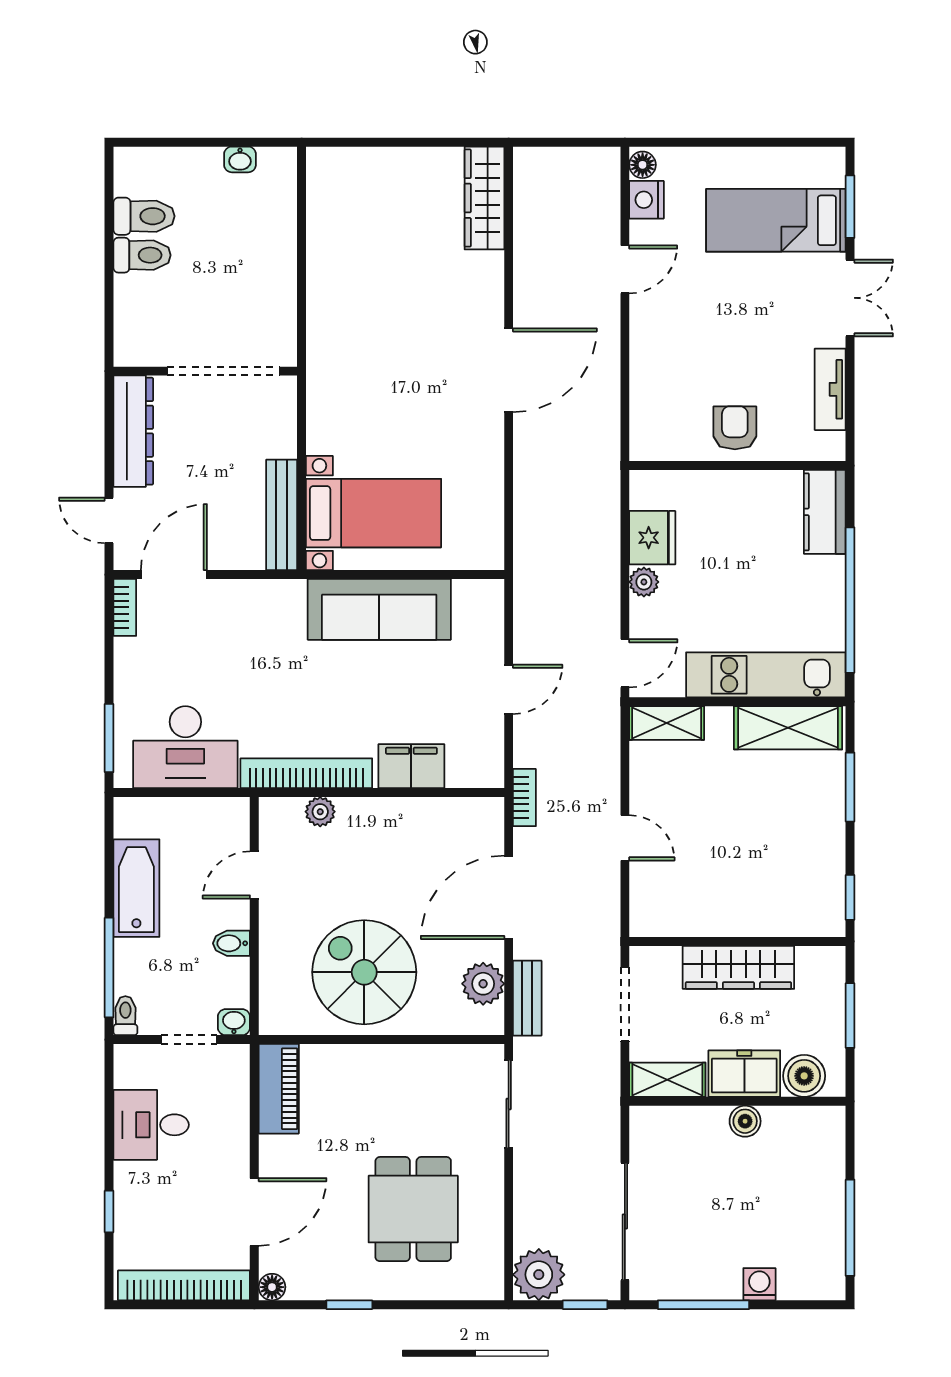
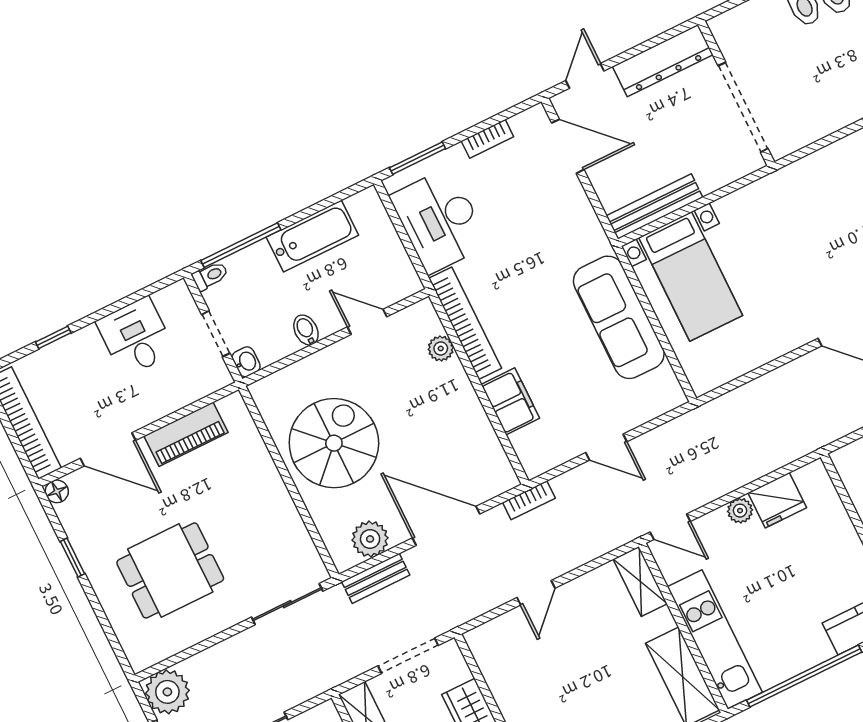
bookcase: (125, 607) -> (487, 139), moved
piano: (279, 1089) -> (186, 434), moved

